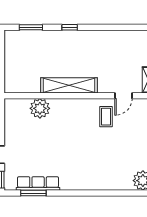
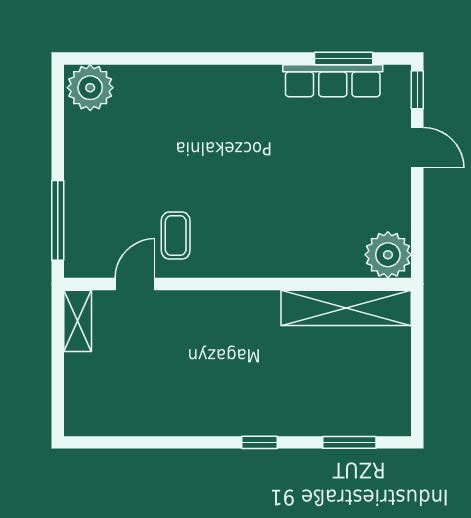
shelving: (69, 85) -> (346, 308), moved
plant: (40, 108) -> (388, 255), moved

